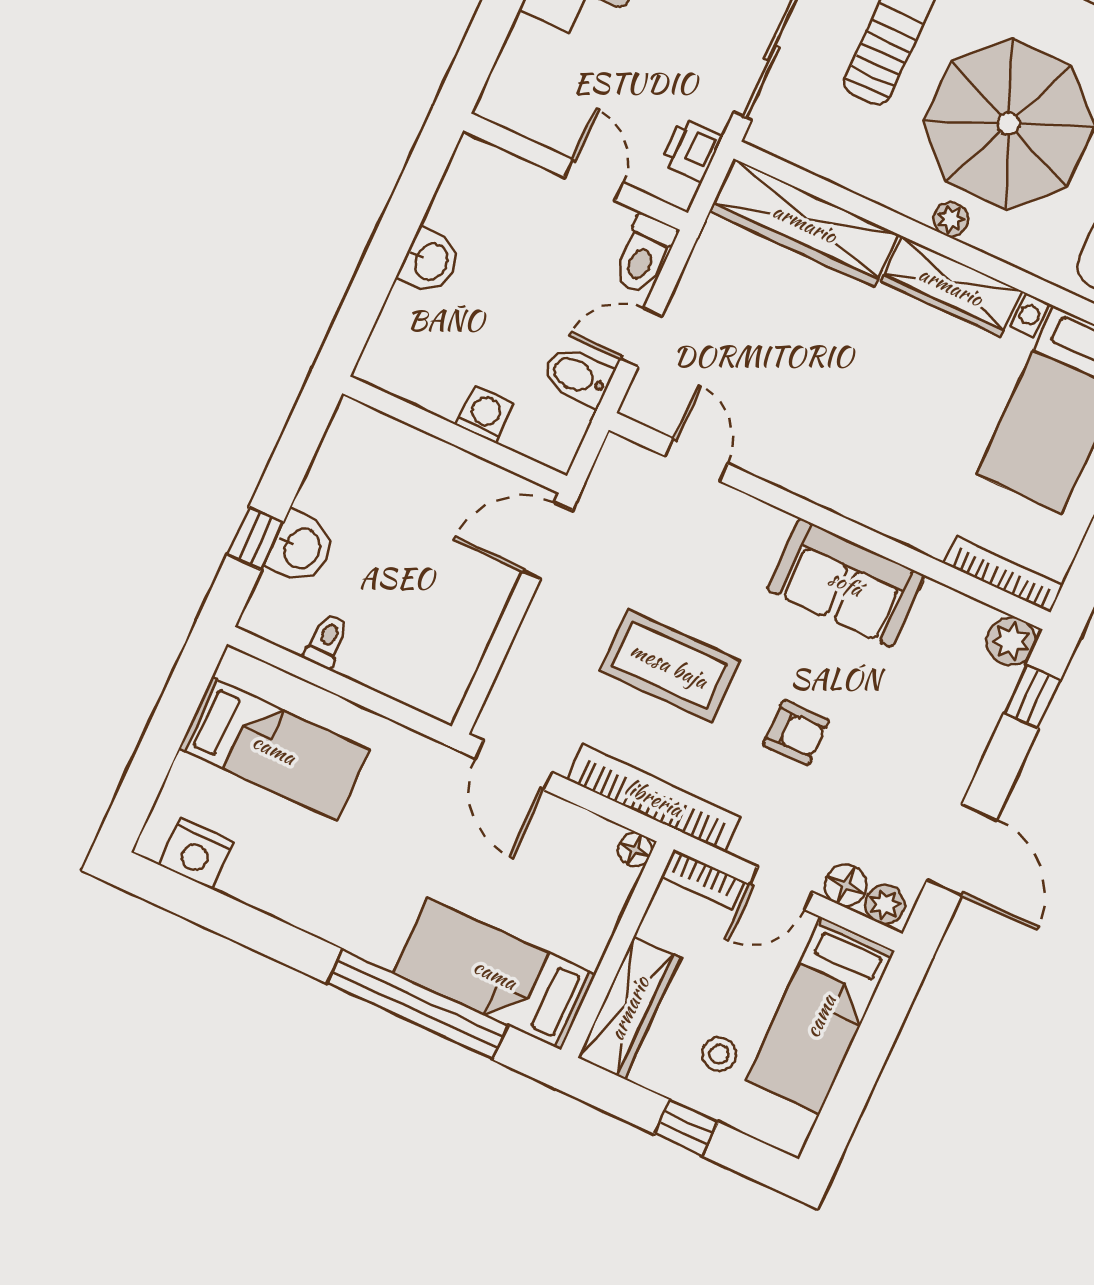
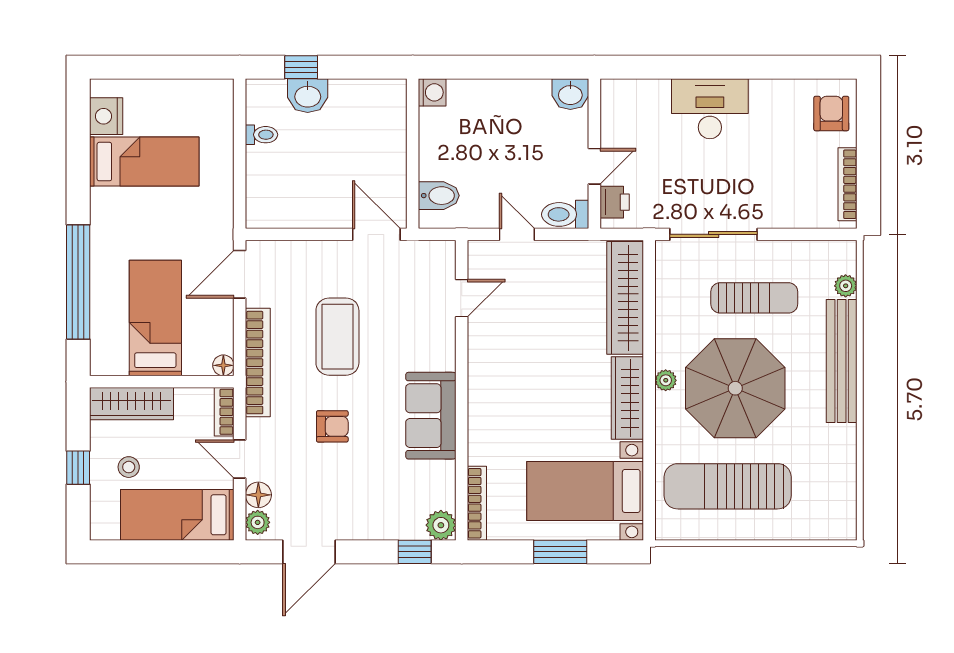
printer: (692, 150) -> (615, 202), moved, turned 90
washbasin: (430, 261) -> (570, 94), moved
bidet: (577, 376) -> (439, 196), moved, turned 90
washing machine: (485, 414) -> (432, 92), moved
armchair: (796, 733) -> (332, 426), turned -90
bed: (274, 749) -> (144, 162), moved, turned -90
bed: (495, 974) -> (155, 318), moved

